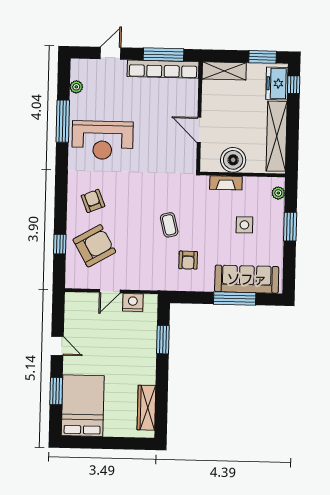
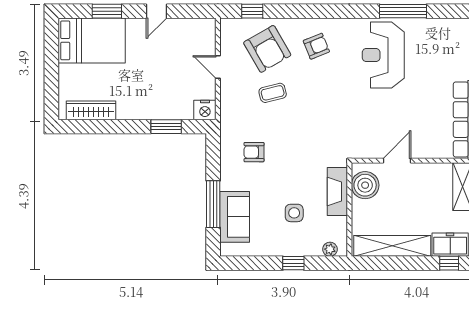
plant: (76, 87) -> (441, 25), removed
boiler: (233, 160) -> (365, 185), moved
fireplace: (226, 183) -> (337, 192), width x1.37, depth x1.32
coffee table: (169, 225) -> (273, 93), moved
window: (290, 227) -> (293, 263), width x0.67
window: (60, 244) -> (252, 11), moved
sofa: (247, 279) -> (235, 217), width x0.73
nightstand: (133, 302) -> (205, 110), moved, turned 90

